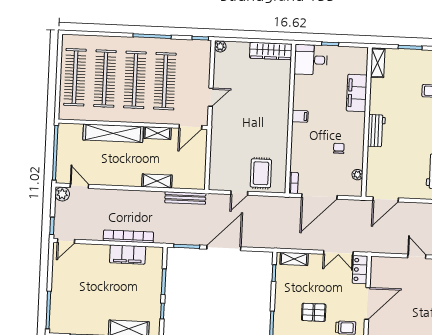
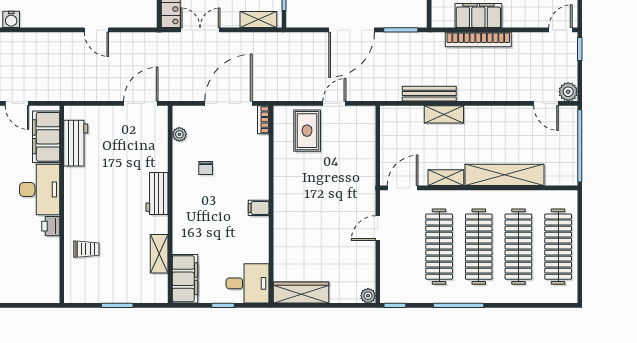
shelving: (378, 63) -> (159, 254), moved
filing cabinet: (357, 93) -> (185, 279), moved
bench: (185, 198) -> (429, 94), moved

